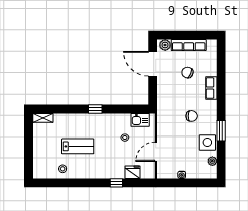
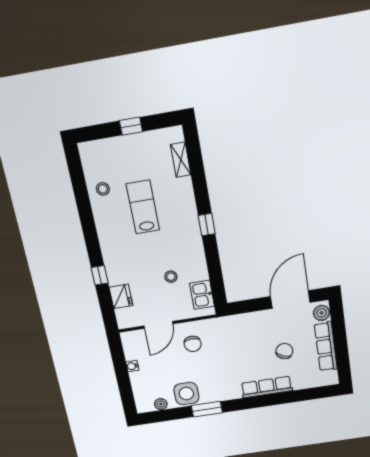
row of seats: (211, 88) -> (267, 387), width x1.48
chair: (192, 116) -> (193, 344), moved
shelving: (43, 118) -> (181, 160), moved
window: (29, 144) -> (131, 126), added
lab bench: (78, 146) -> (143, 207), turned 180
door: (156, 152) -> (158, 325), swing flipped

